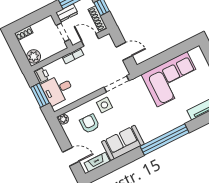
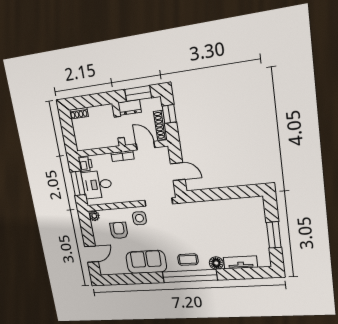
plant: (34, 56) -> (82, 142), removed
corner sofa: (172, 79) -> (219, 220), removed
floor lamp: (183, 118) -> (216, 263), added
coffee table: (158, 125) -> (188, 260), added
door: (71, 157) -> (91, 254), hinge flipped
fireplace: (97, 162) -> (115, 269), removed

